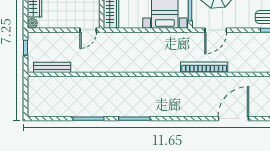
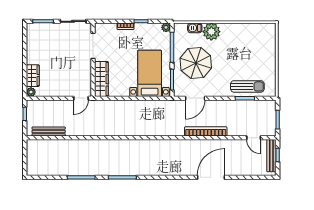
bookcase: (204, 67) -> (206, 131), moved

